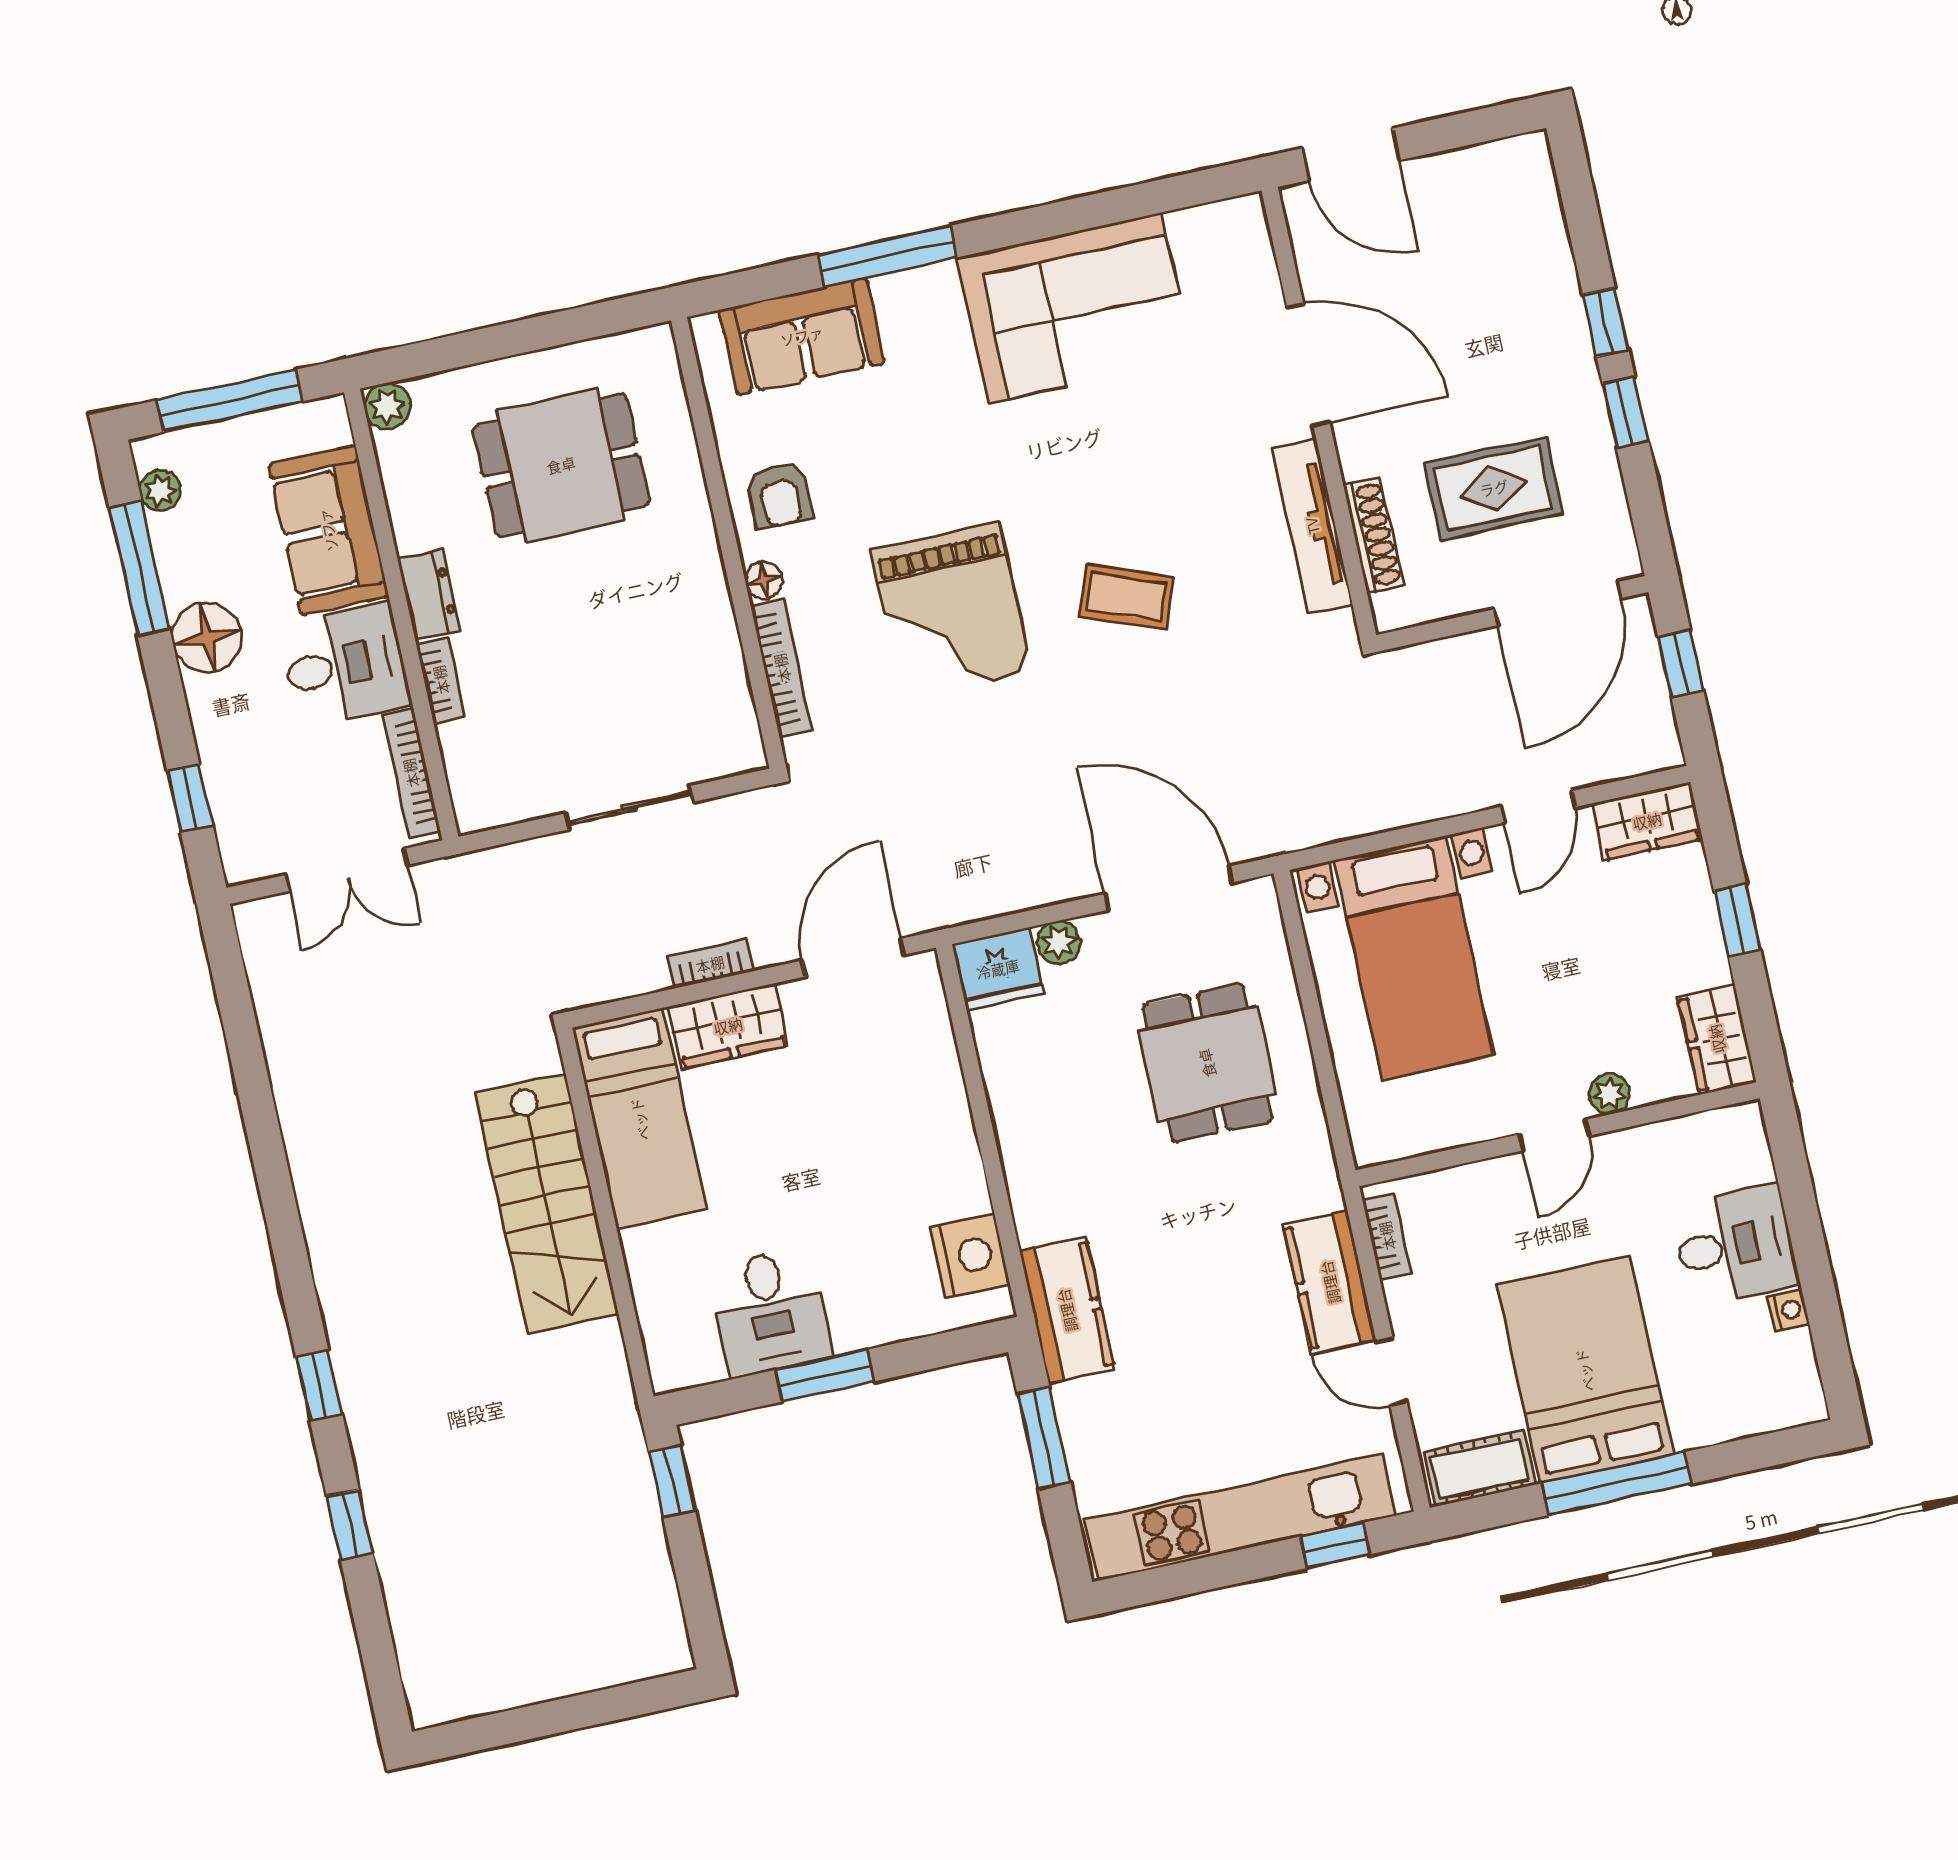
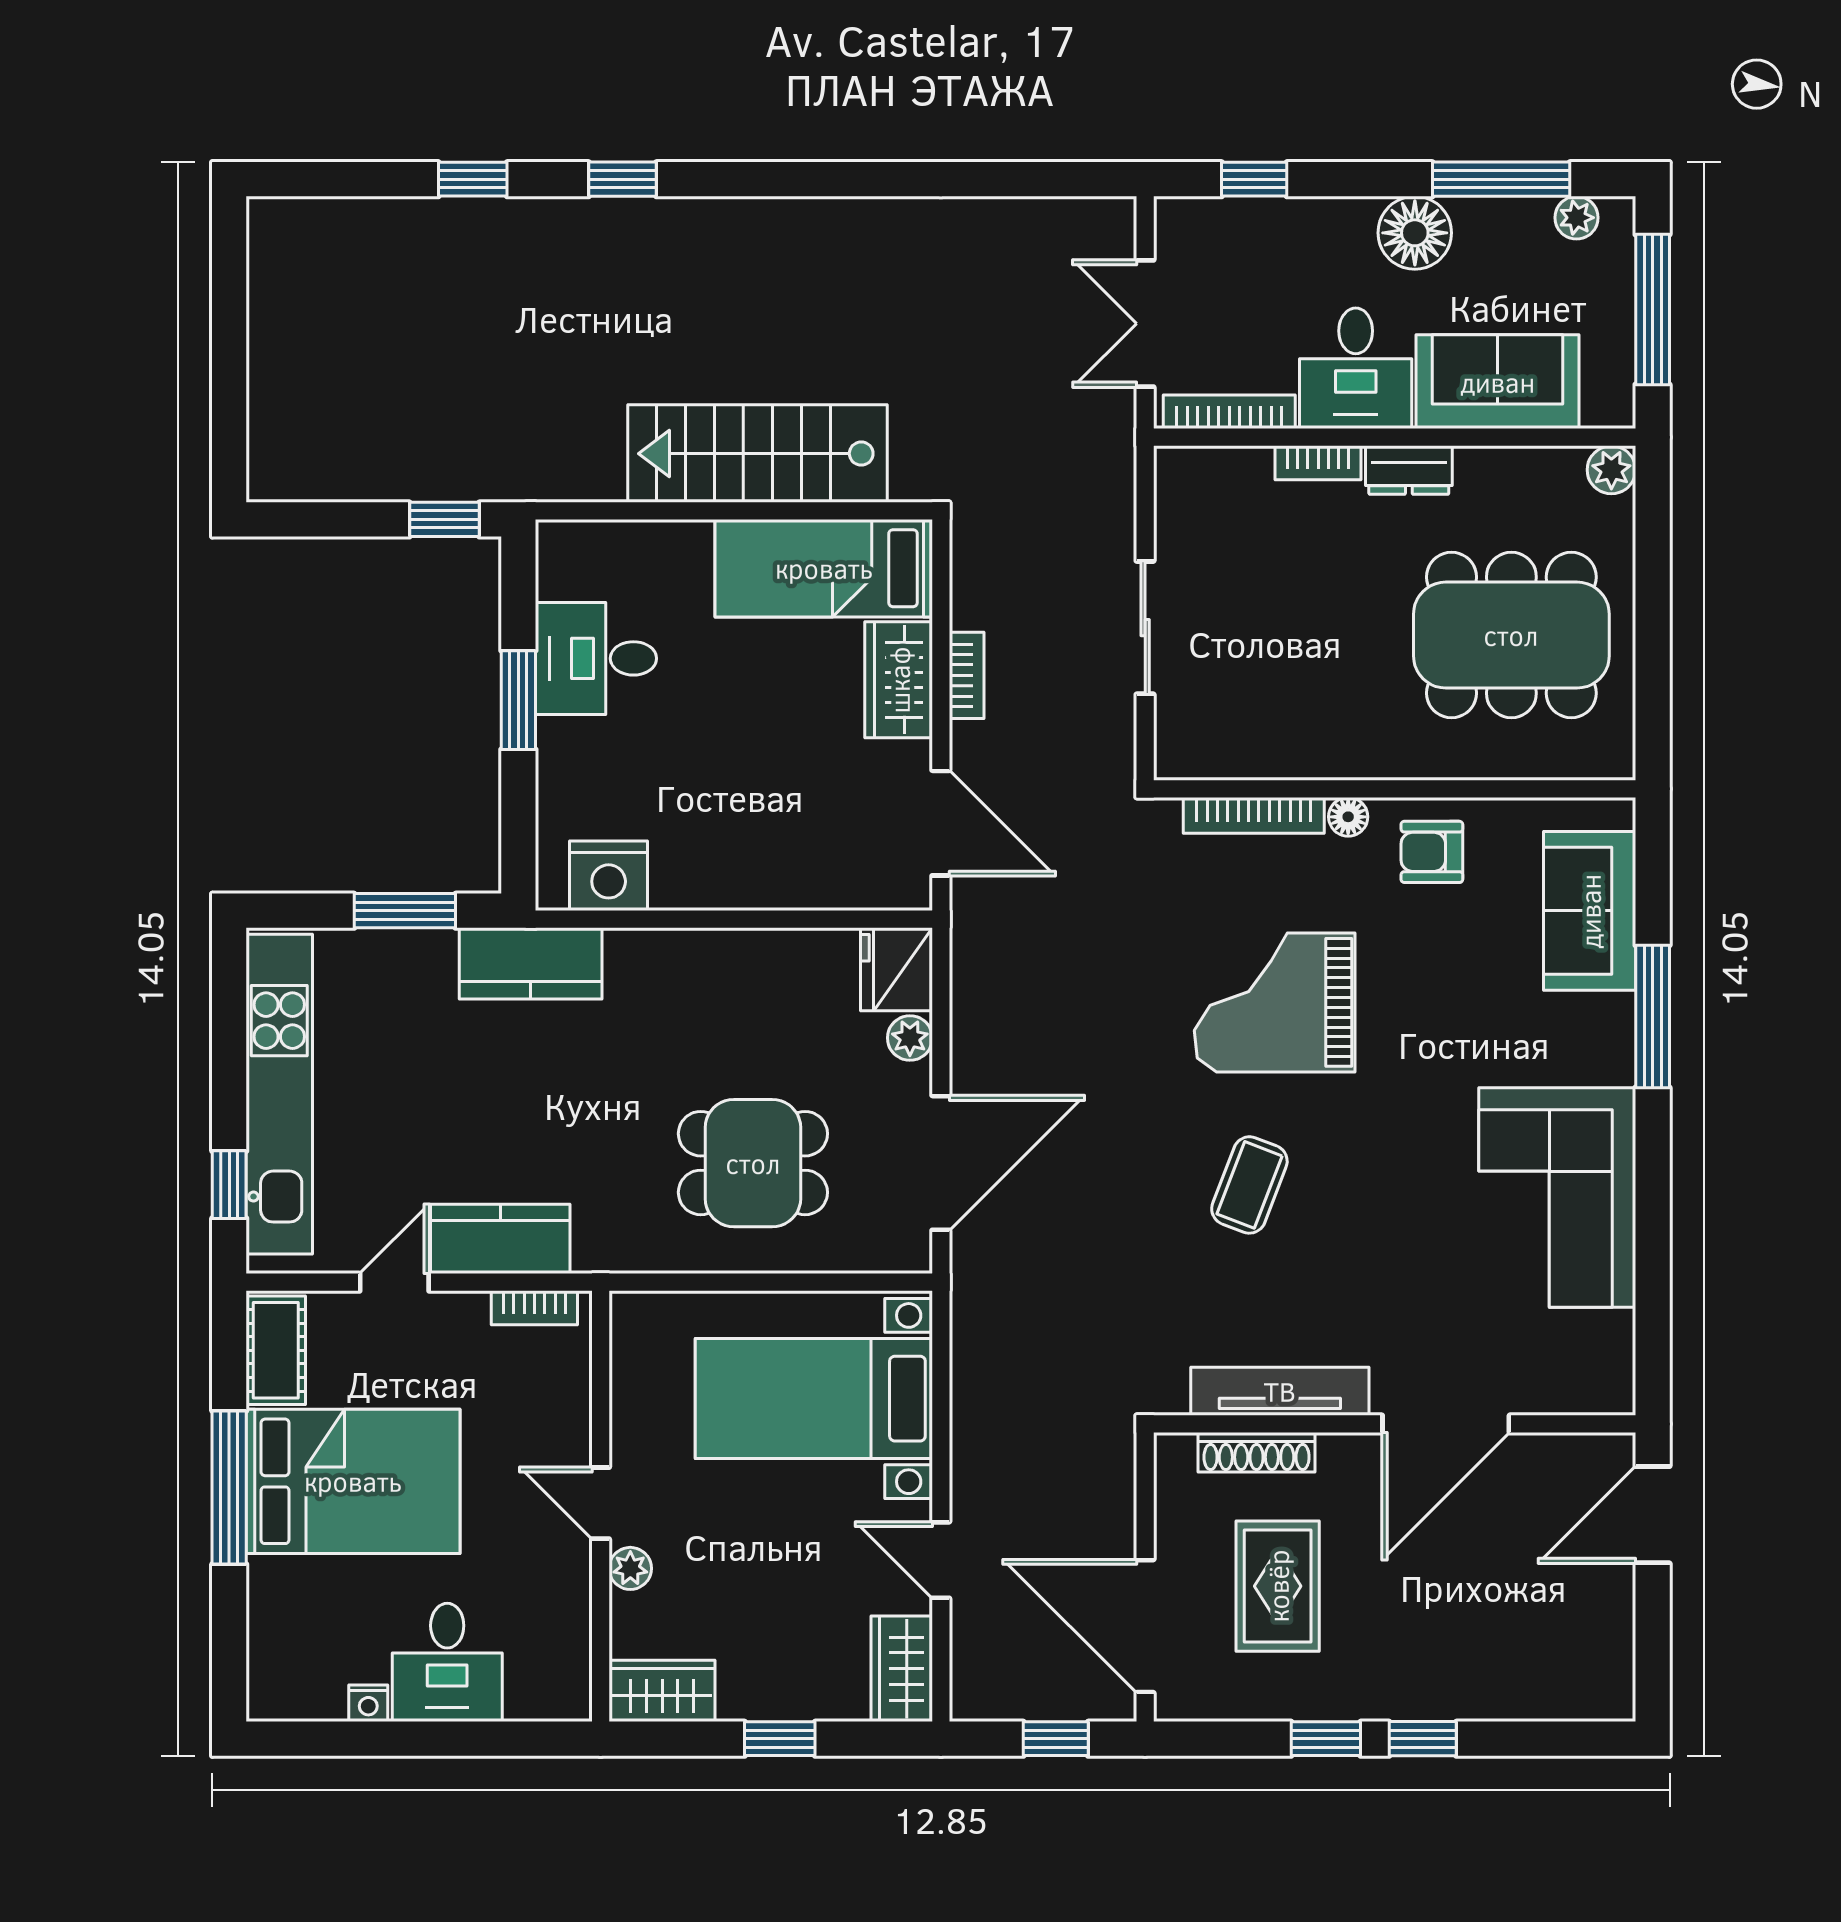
dining table: (561, 465) -> (1511, 635), width x1.38

